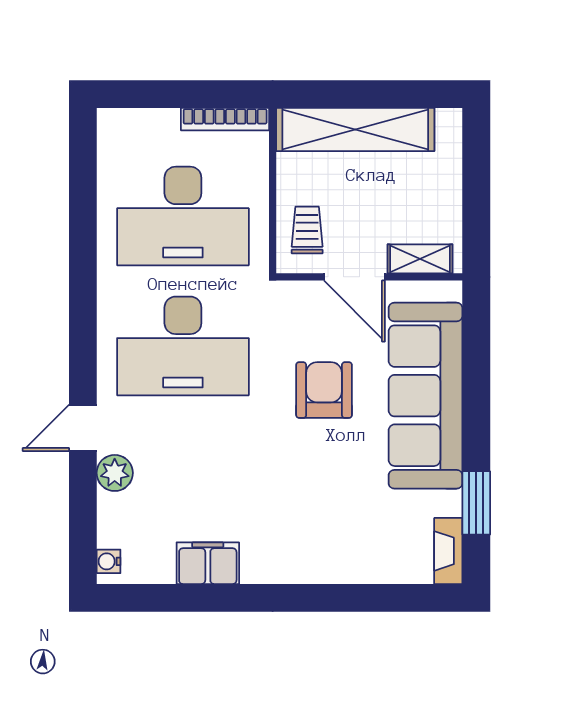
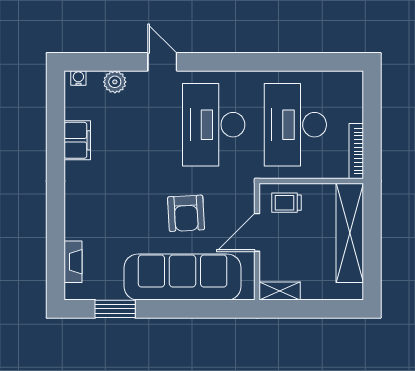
trolley: (307, 230) -> (287, 203), turned 180
shelving: (420, 259) -> (280, 291), moved, turned 90
armchair: (324, 390) -> (186, 213), turned 87
plant: (115, 473) -> (115, 82), moved
fireplace: (448, 551) -> (73, 262), moved, turned 90

